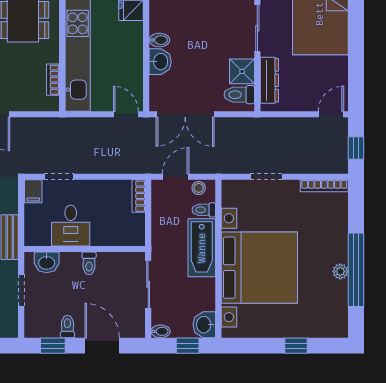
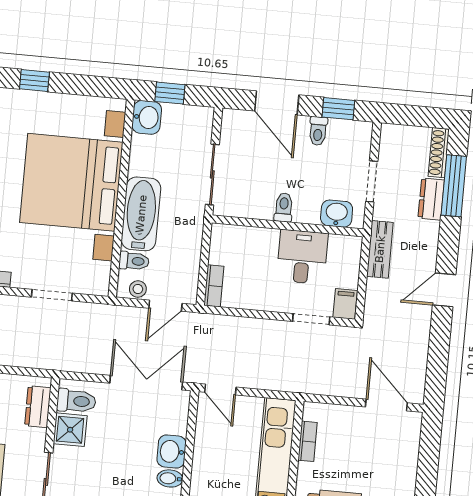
dresser: (269, 80) -> (38, 407), width x0.70
bidet: (161, 331) -> (202, 114), removed

